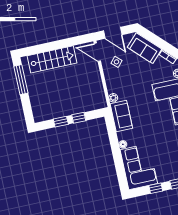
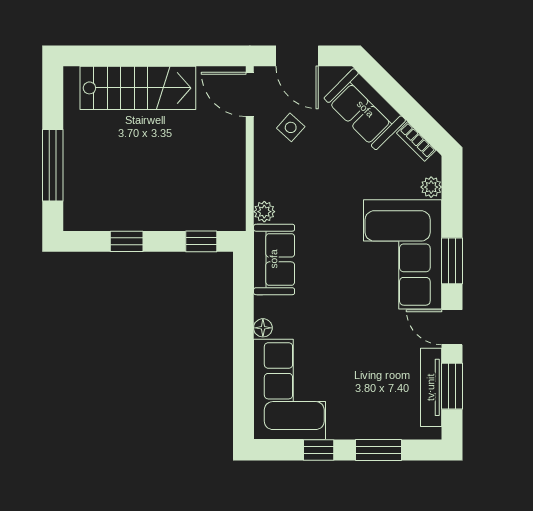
window: (21, 80) -> (53, 165), moved
window: (79, 118) -> (201, 241), moved

